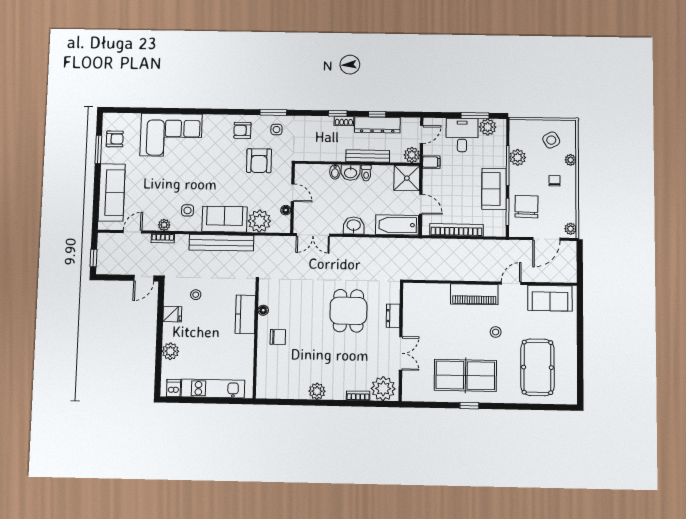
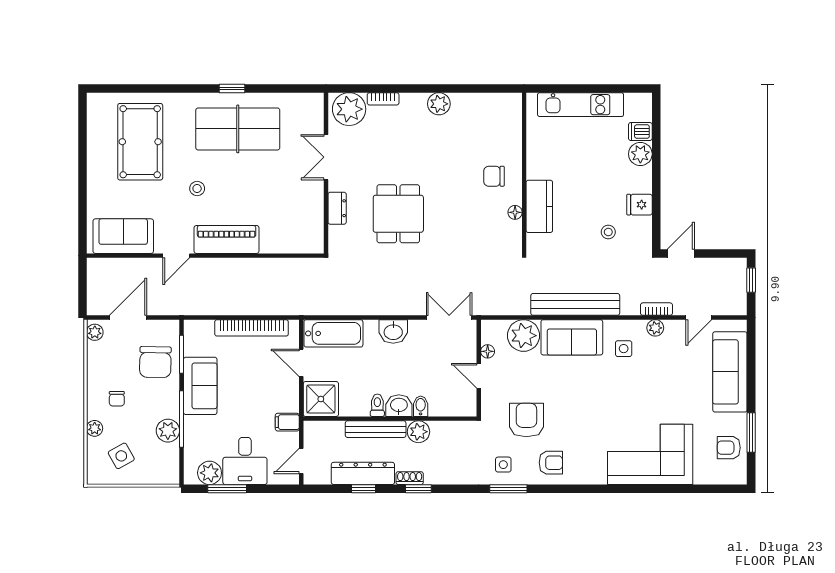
plant: (412, 155) -> (418, 432), moved
dishwasher: (174, 388) -> (640, 132), moved, turned 90

